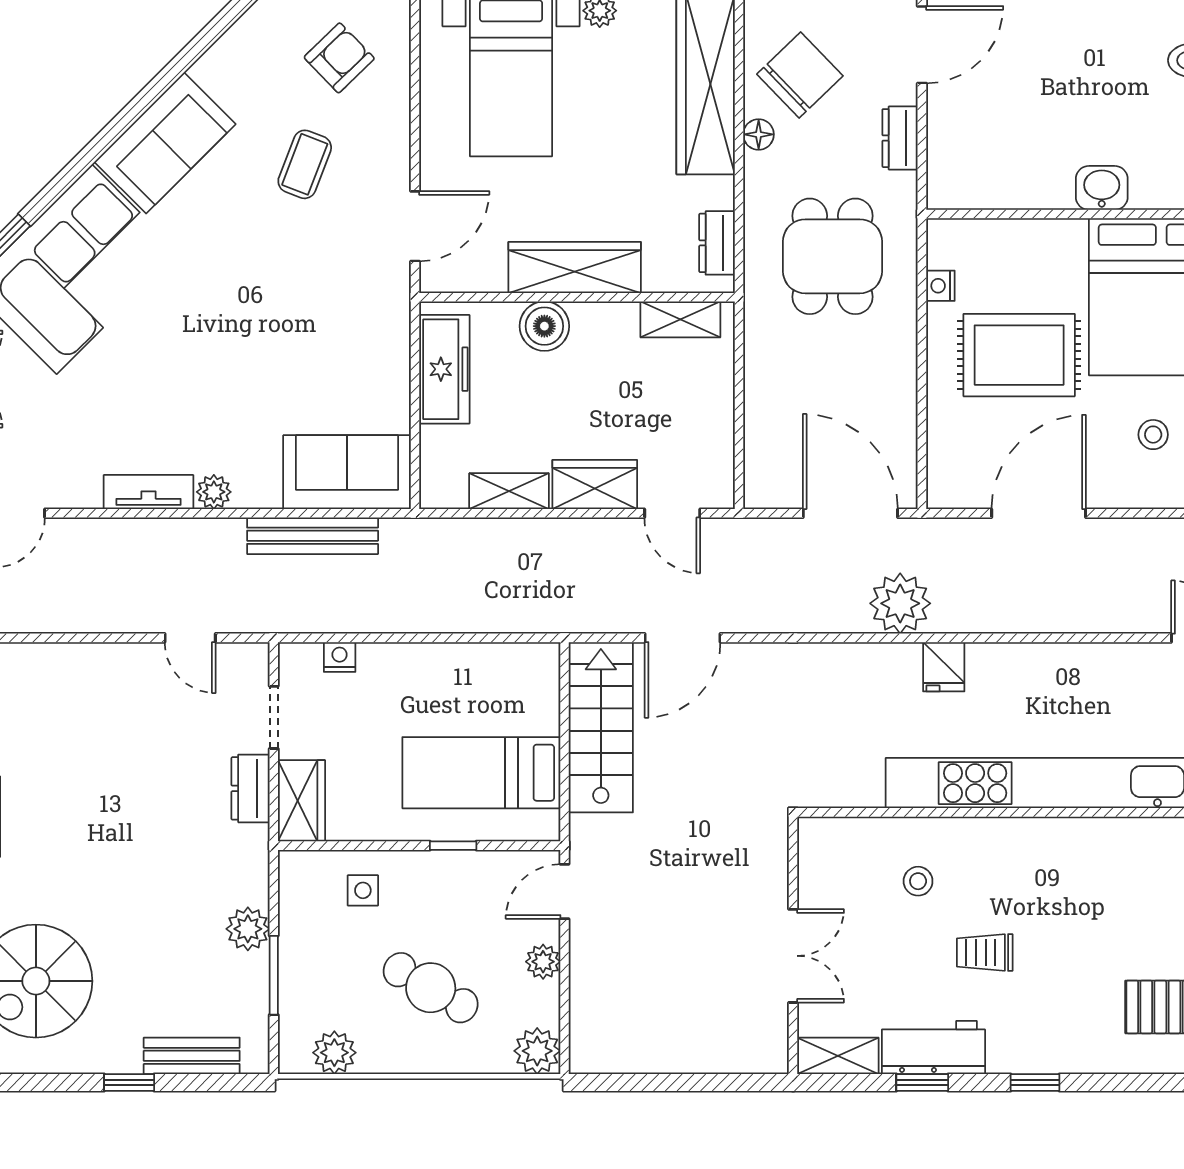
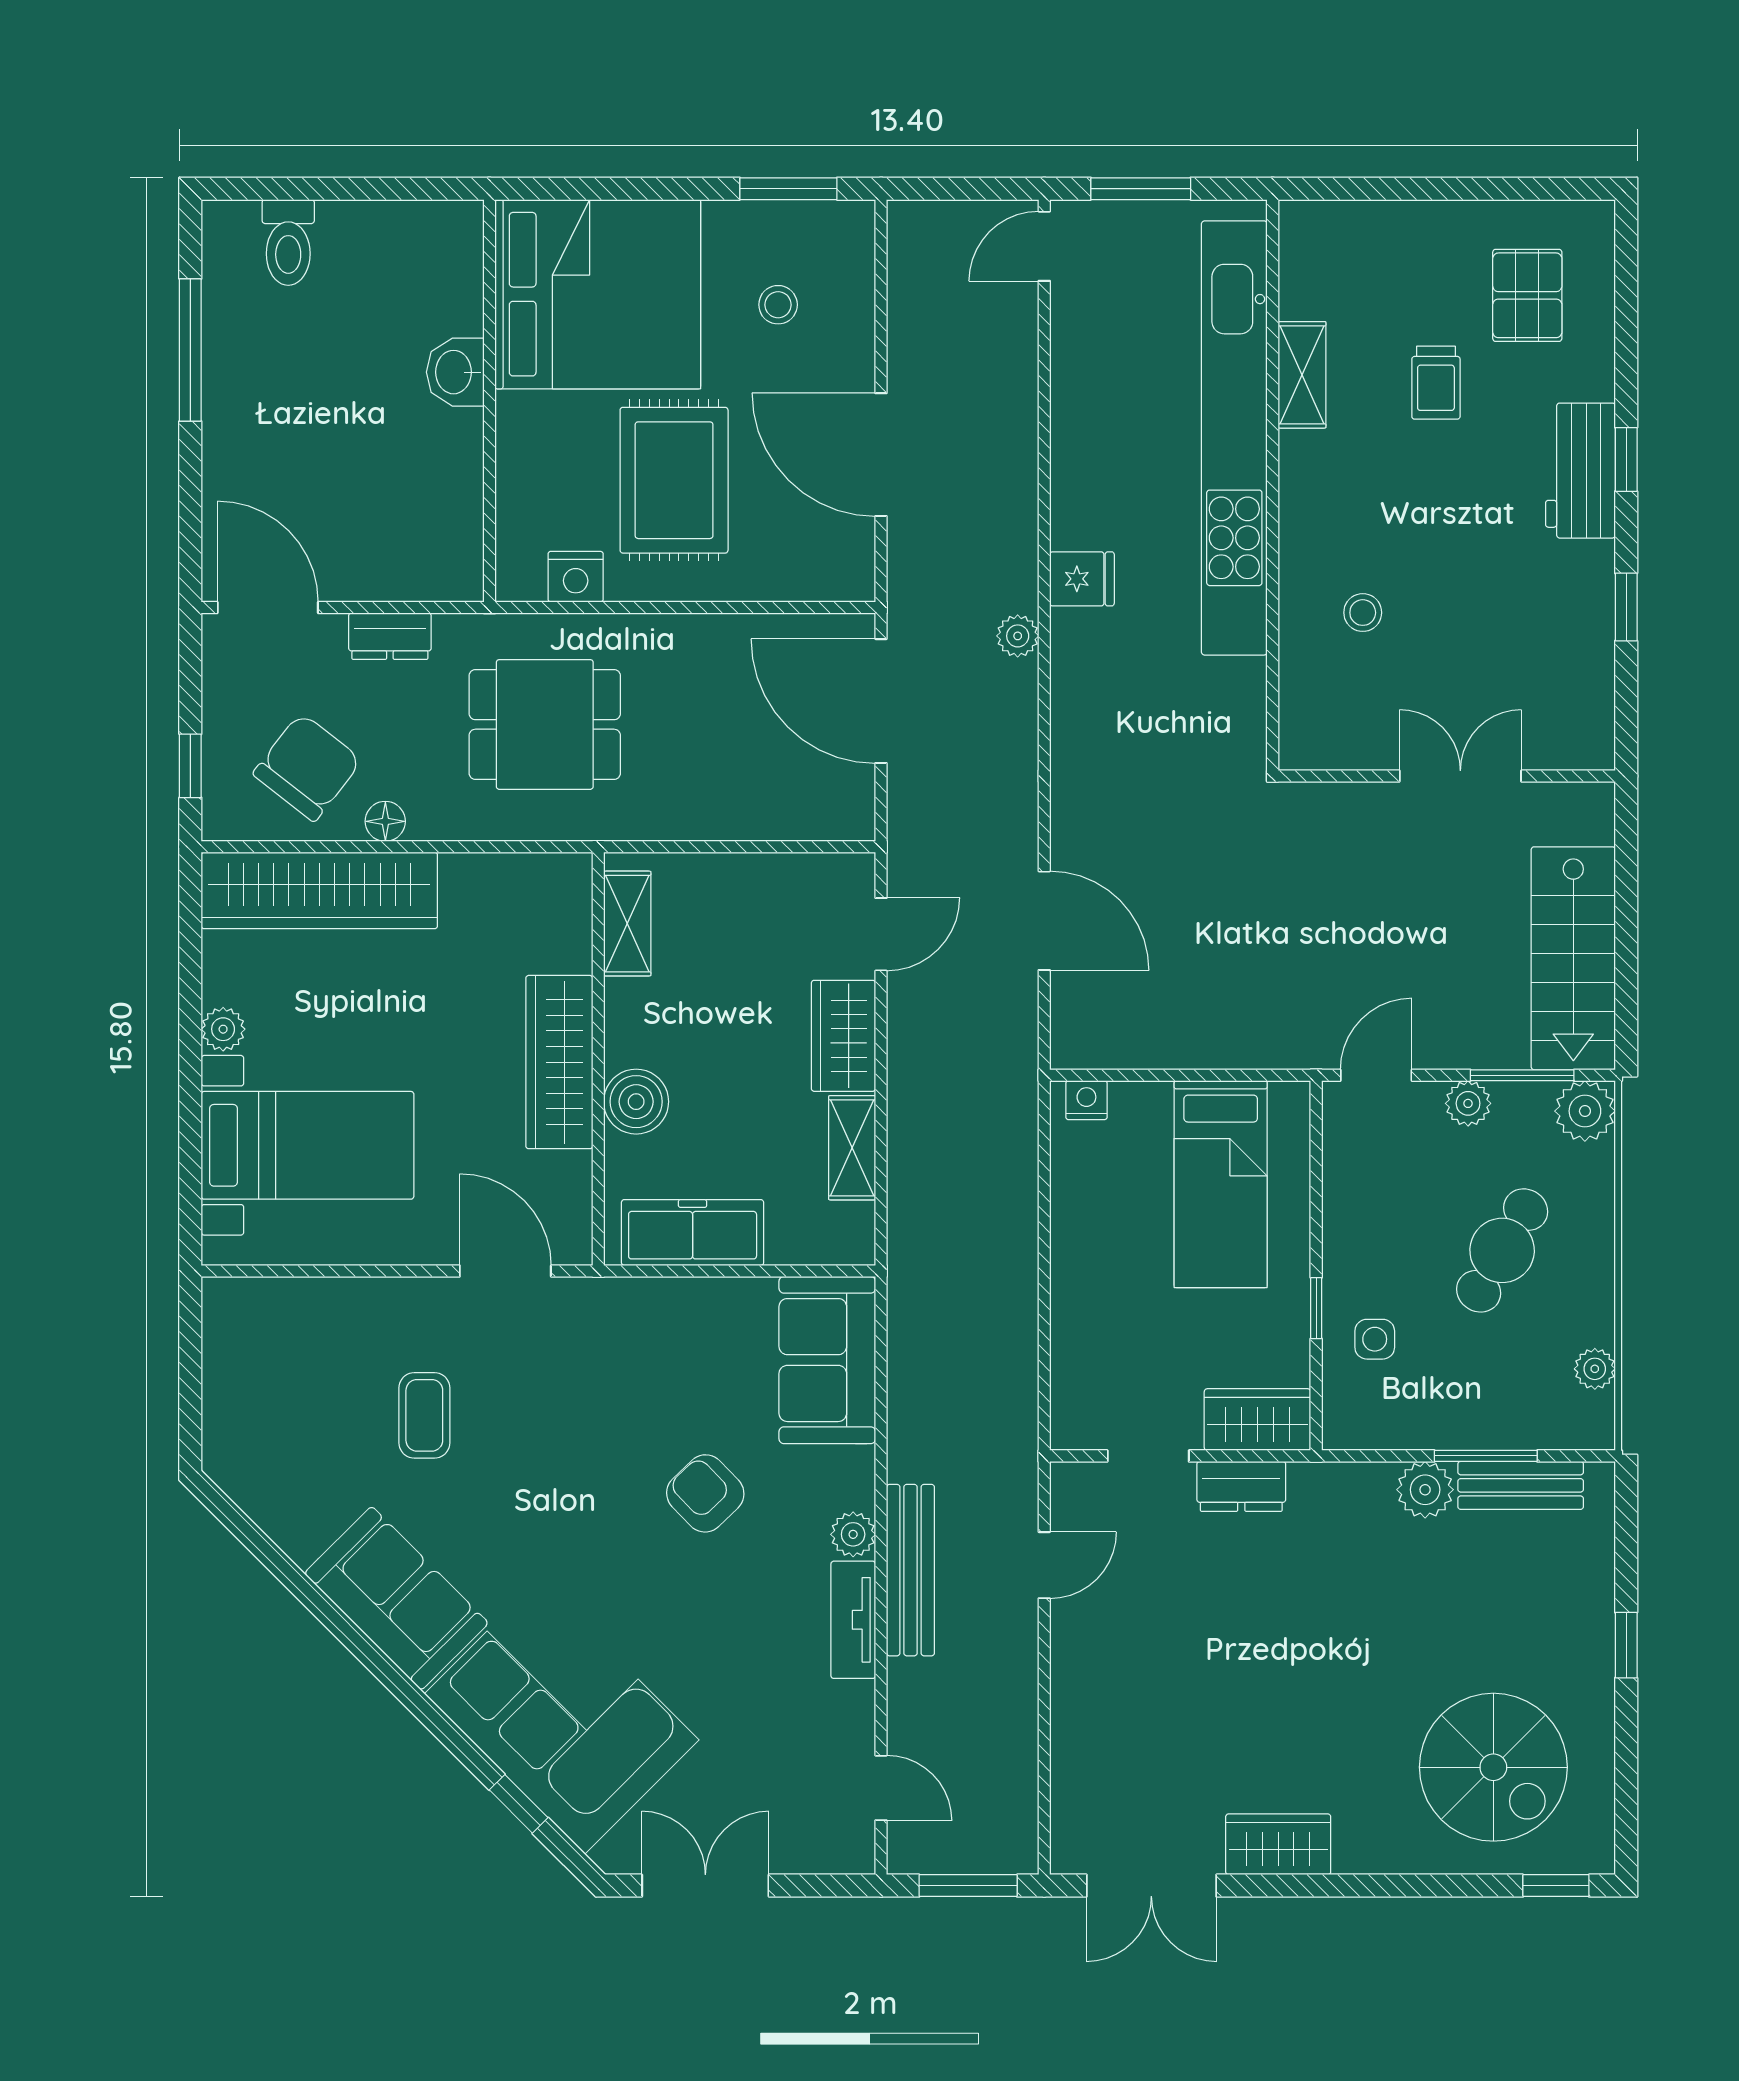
armchair: (339, 58) -> (705, 1493), moved
chair: (800, 75) -> (307, 767), turned 82
coffee table: (305, 164) -> (424, 1415), turned 69
dresser: (717, 243) -> (527, 876), removed
nightstand: (940, 286) -> (576, 577), width x1.39, depth x1.35
door: (850, 513) -> (881, 701), hinge flipped
bench: (313, 536) -> (910, 1570), moved
plant: (900, 603) -> (1018, 636), width x0.53, depth x0.53
nightstand: (340, 657) -> (1086, 1100), moved, turned 90
stairs: (601, 727) -> (1573, 958), moved, turned -90
window: (453, 846) -> (1316, 1308), moved
door: (565, 891) -> (1376, 1075), swing flipped
trolley: (985, 952) -> (1436, 383), moved
window: (565, 1003) -> (1522, 1075), added
workbench: (933, 1048) -> (1580, 471), moved
plant: (334, 1053) -> (1595, 1369), width x0.73, depth x0.73
bench: (192, 1056) -> (1521, 1485), moved, turned 90
shelving: (838, 1056) -> (1302, 375), moved

